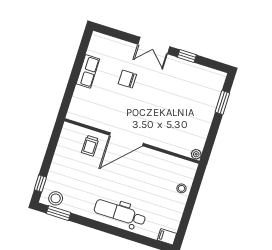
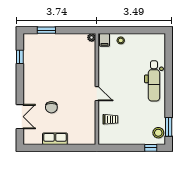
double door: (154, 46) -> (20, 117), moved
window: (187, 56) -> (20, 57), moved
door: (126, 139) -> (97, 94), width x0.53
filing cabinet: (167, 237) -> (104, 40), moved

